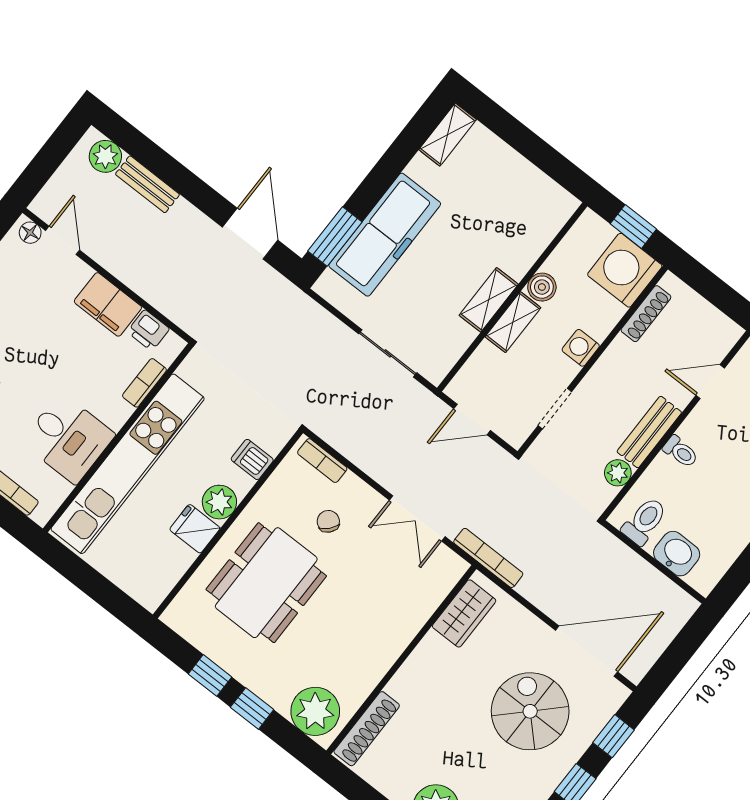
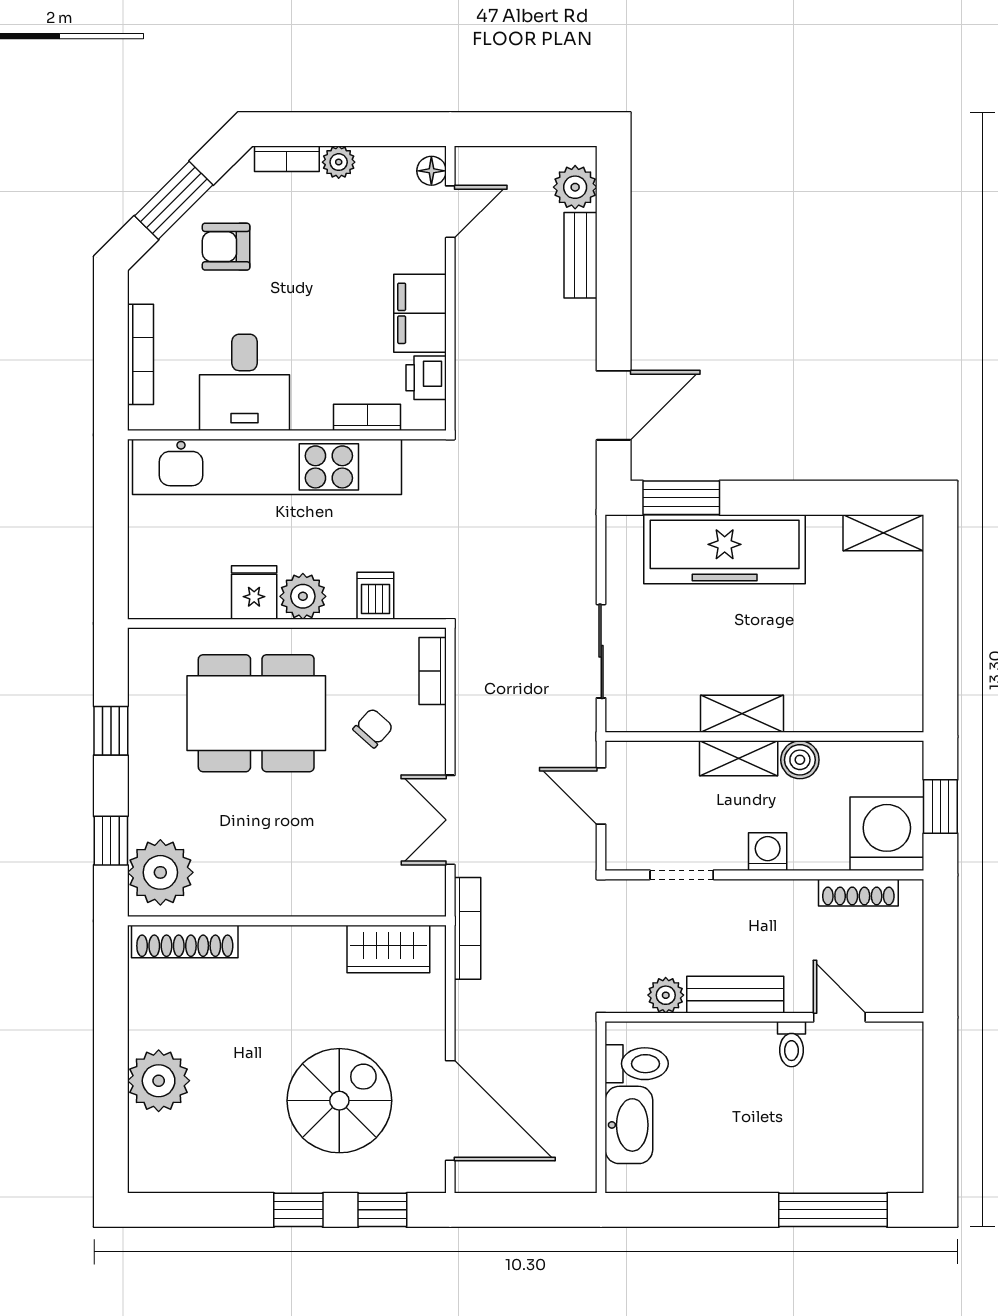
toilet: (681, 452) -> (791, 1044), moved
washbasin: (677, 554) -> (629, 1125), width x1.38
window: (252, 708) -> (111, 841), moved

